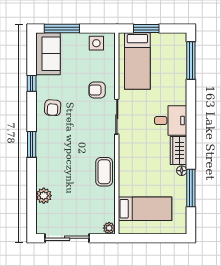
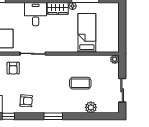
coffee table: (104, 172) -> (80, 83), moved
bed: (145, 209) -> (87, 33), moved
sliding door: (67, 238) -> (122, 90), width x0.73

